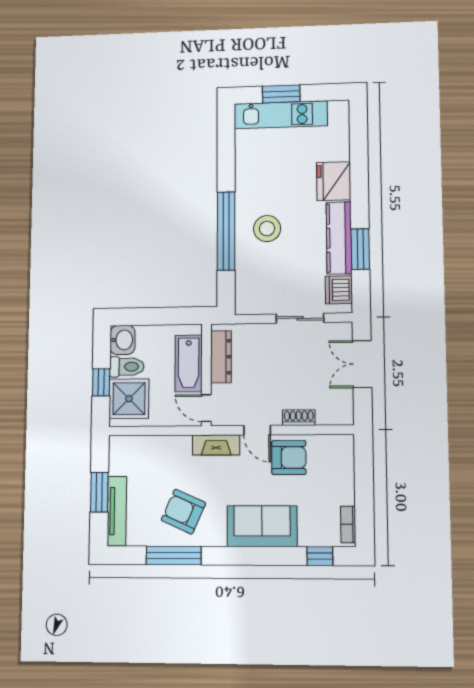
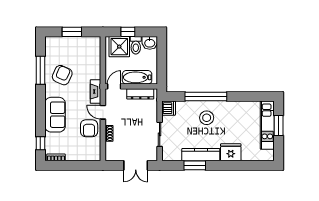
dishwasher: (339, 290) -> (169, 108), moved, turned 90
double door: (362, 364) -> (136, 165), swing flipped
door: (257, 430) -> (103, 112), hinge flipped
tv unit: (117, 511) -> (62, 41), removed

